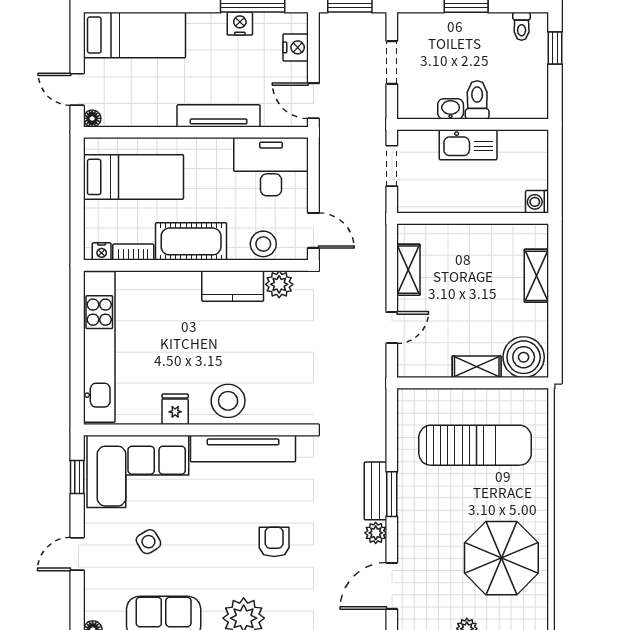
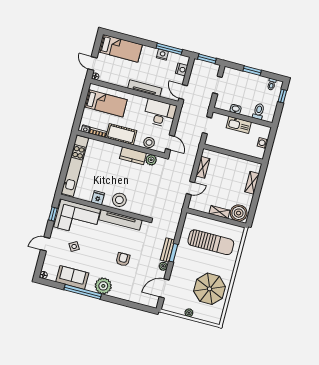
toilet: (477, 100) -> (259, 111), moved
washing machine: (537, 202) -> (263, 143), moved

